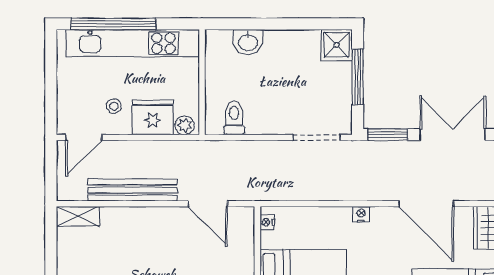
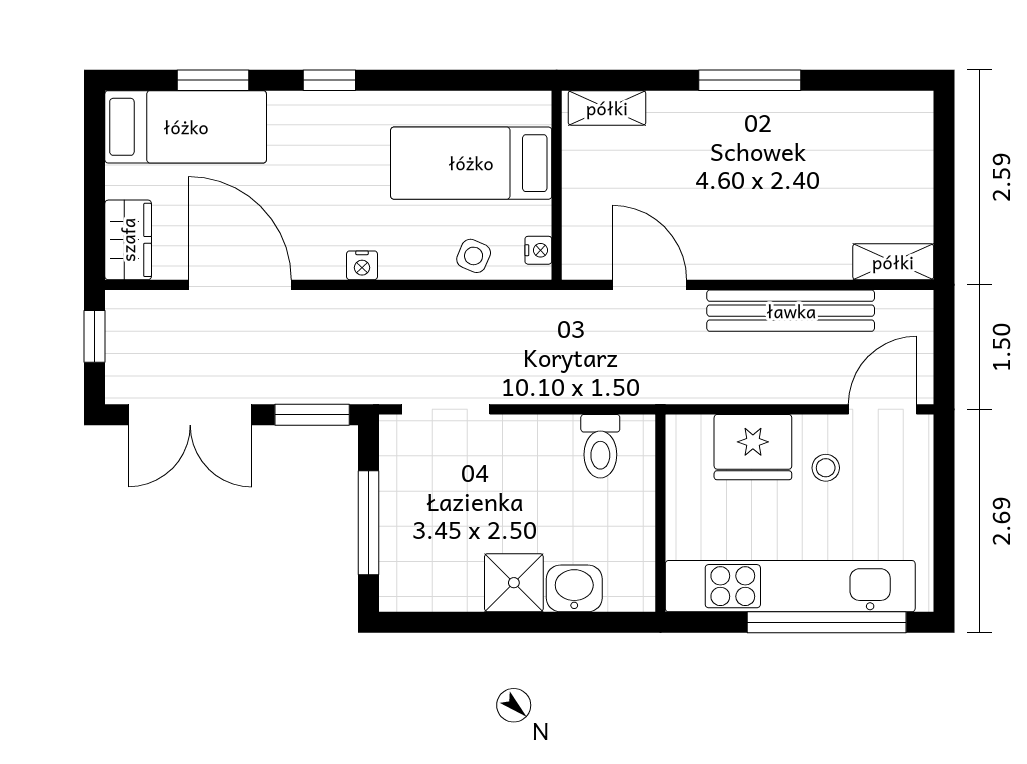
shower: (337, 45) -> (514, 583), moved
plant: (185, 125) -> (693, 432), removed
side table: (302, 219) -> (474, 256), added

